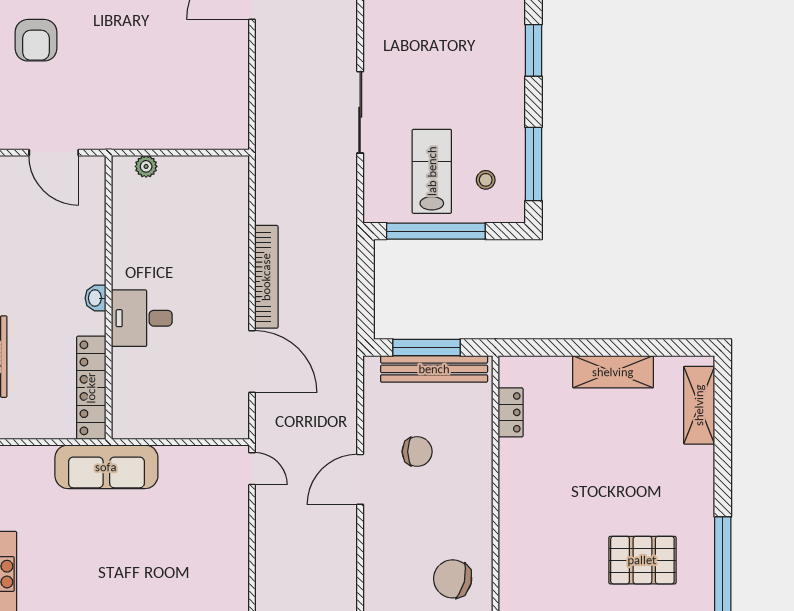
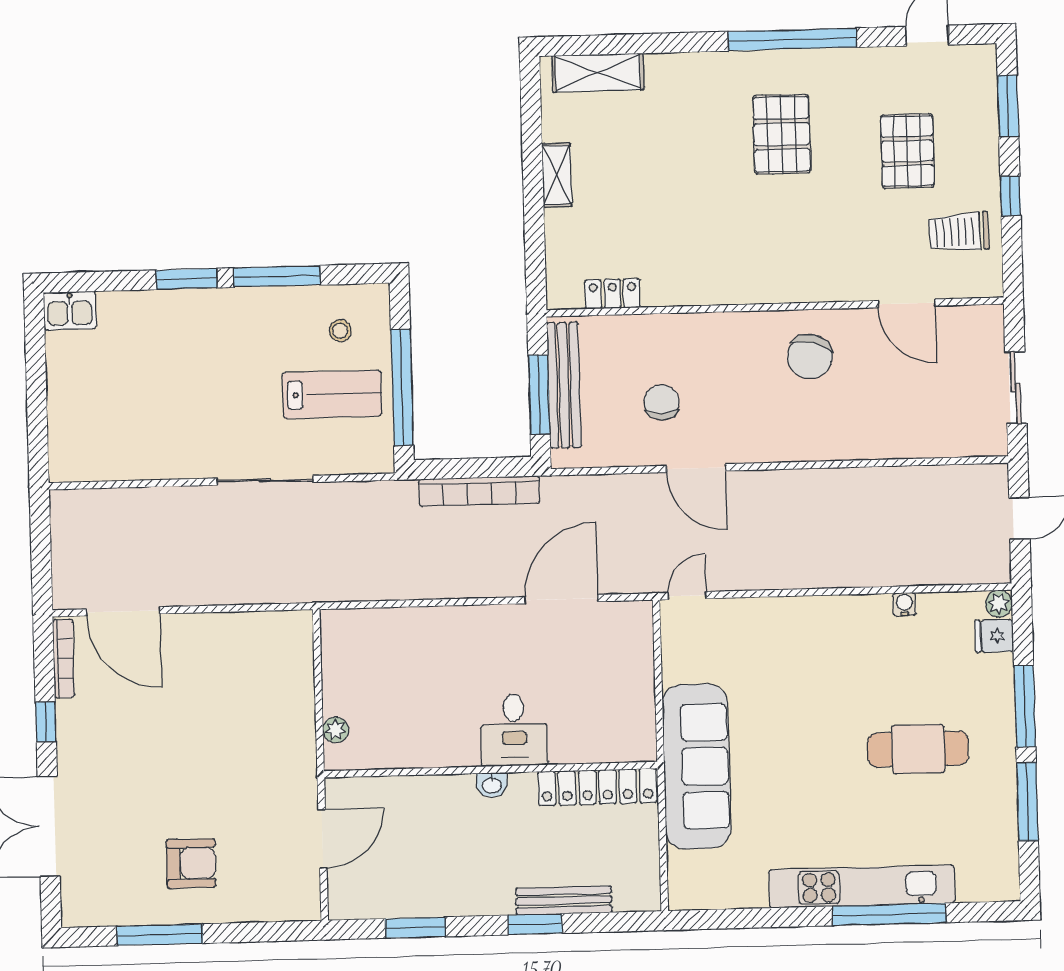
window: (533, 164) -> (277, 276), moved
lab bench: (432, 171) -> (332, 394), turned 180
bookcase: (266, 277) -> (479, 491), moved, turned 180
shelving: (613, 372) -> (557, 175), width x0.67, depth x0.75
sofa: (106, 467) -> (697, 766), width x1.36, depth x1.27

